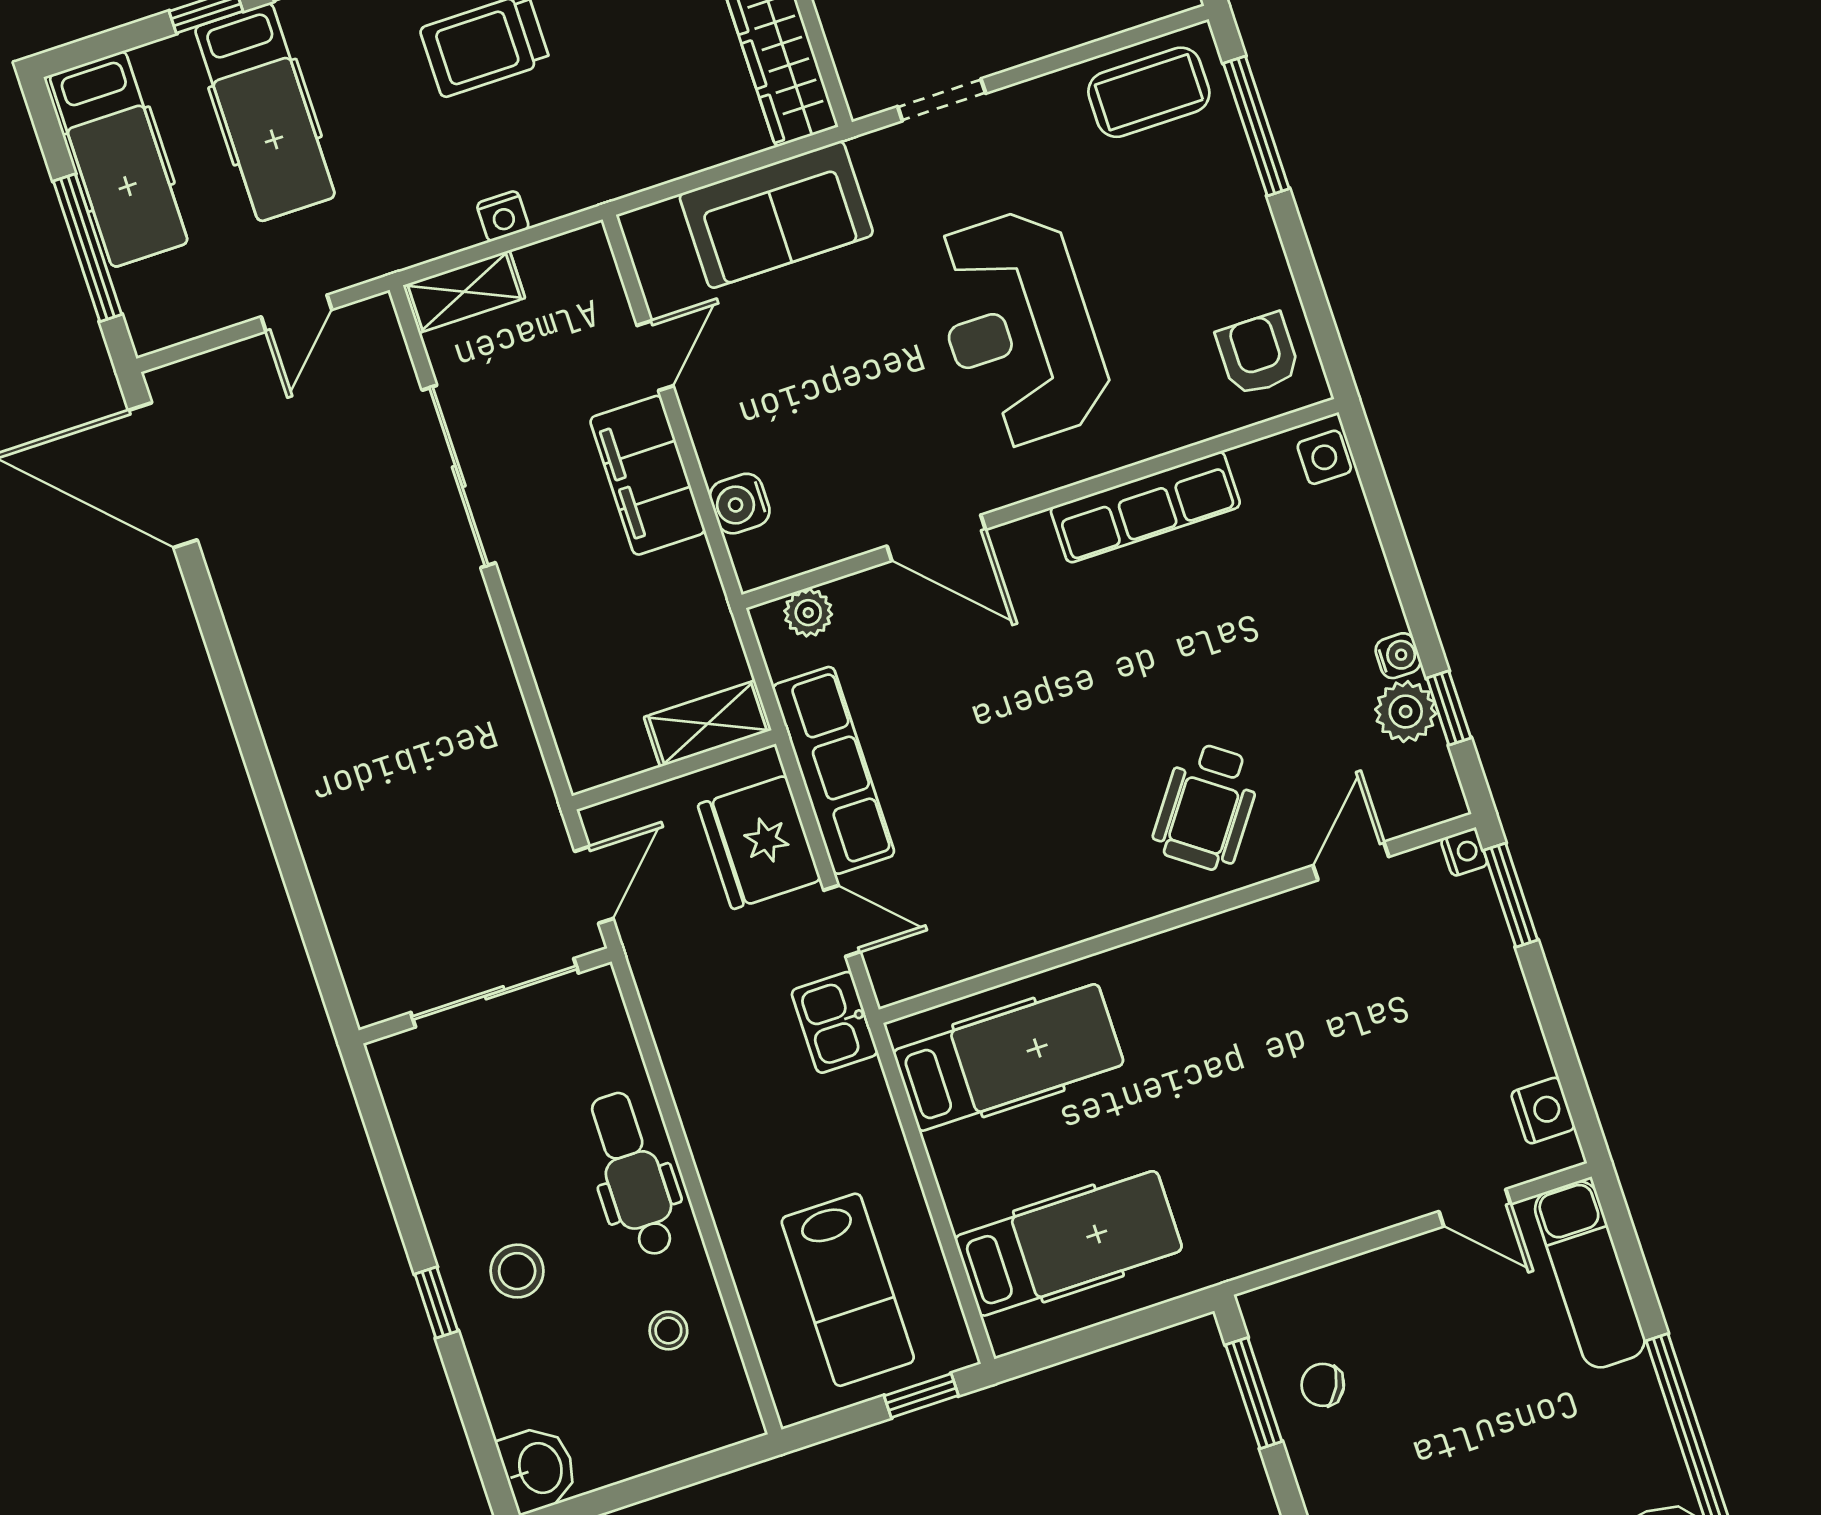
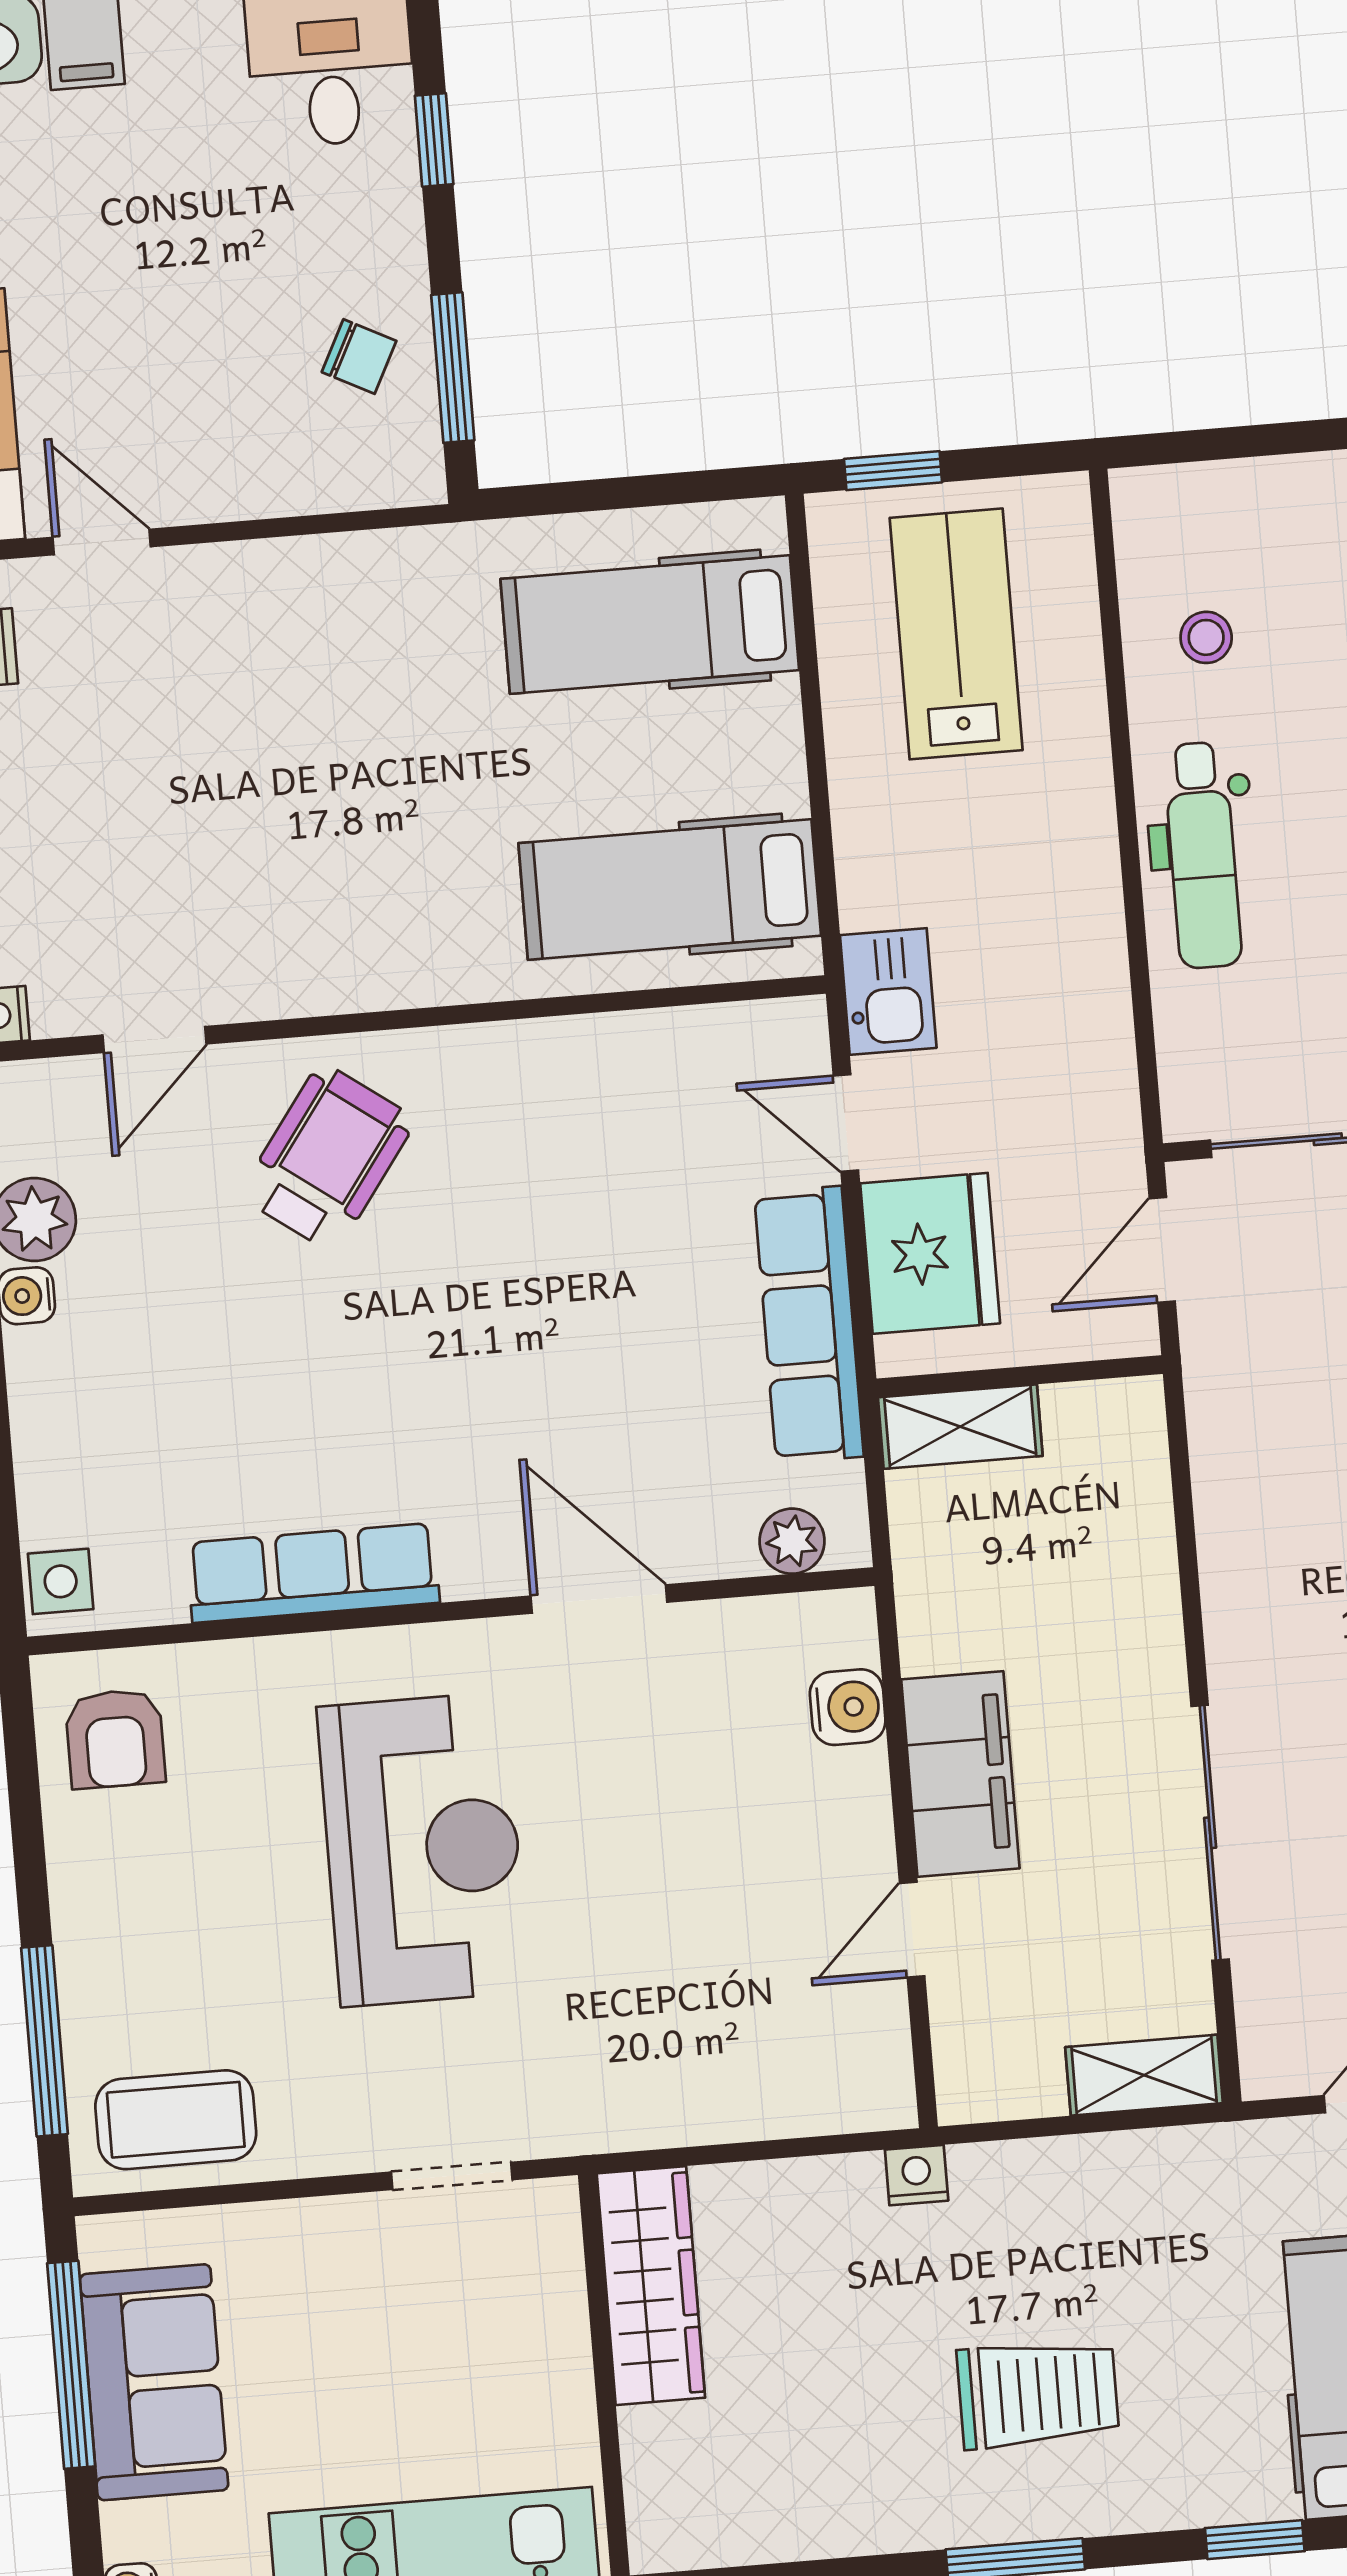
sofa: (776, 215) -> (707, 2077), removed
nightstand: (503, 216) -> (917, 2175), moved

